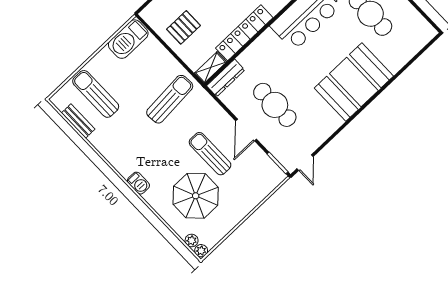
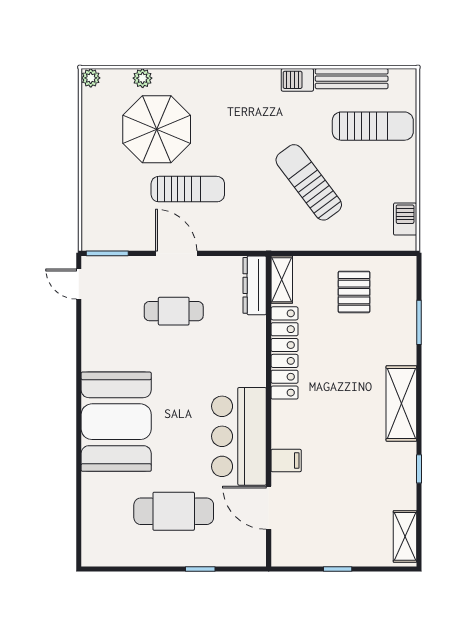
barbecue: (128, 39) -> (405, 219), width x0.53, depth x0.65
sun lounger: (170, 99) -> (309, 182), moved, turned 147
cafe table: (275, 105) -> (174, 311), width x0.73, depth x0.74
bench: (78, 121) -> (352, 79), width x1.36
barbecue: (138, 183) -> (297, 80), moved
plant: (192, 240) -> (143, 78), moved

